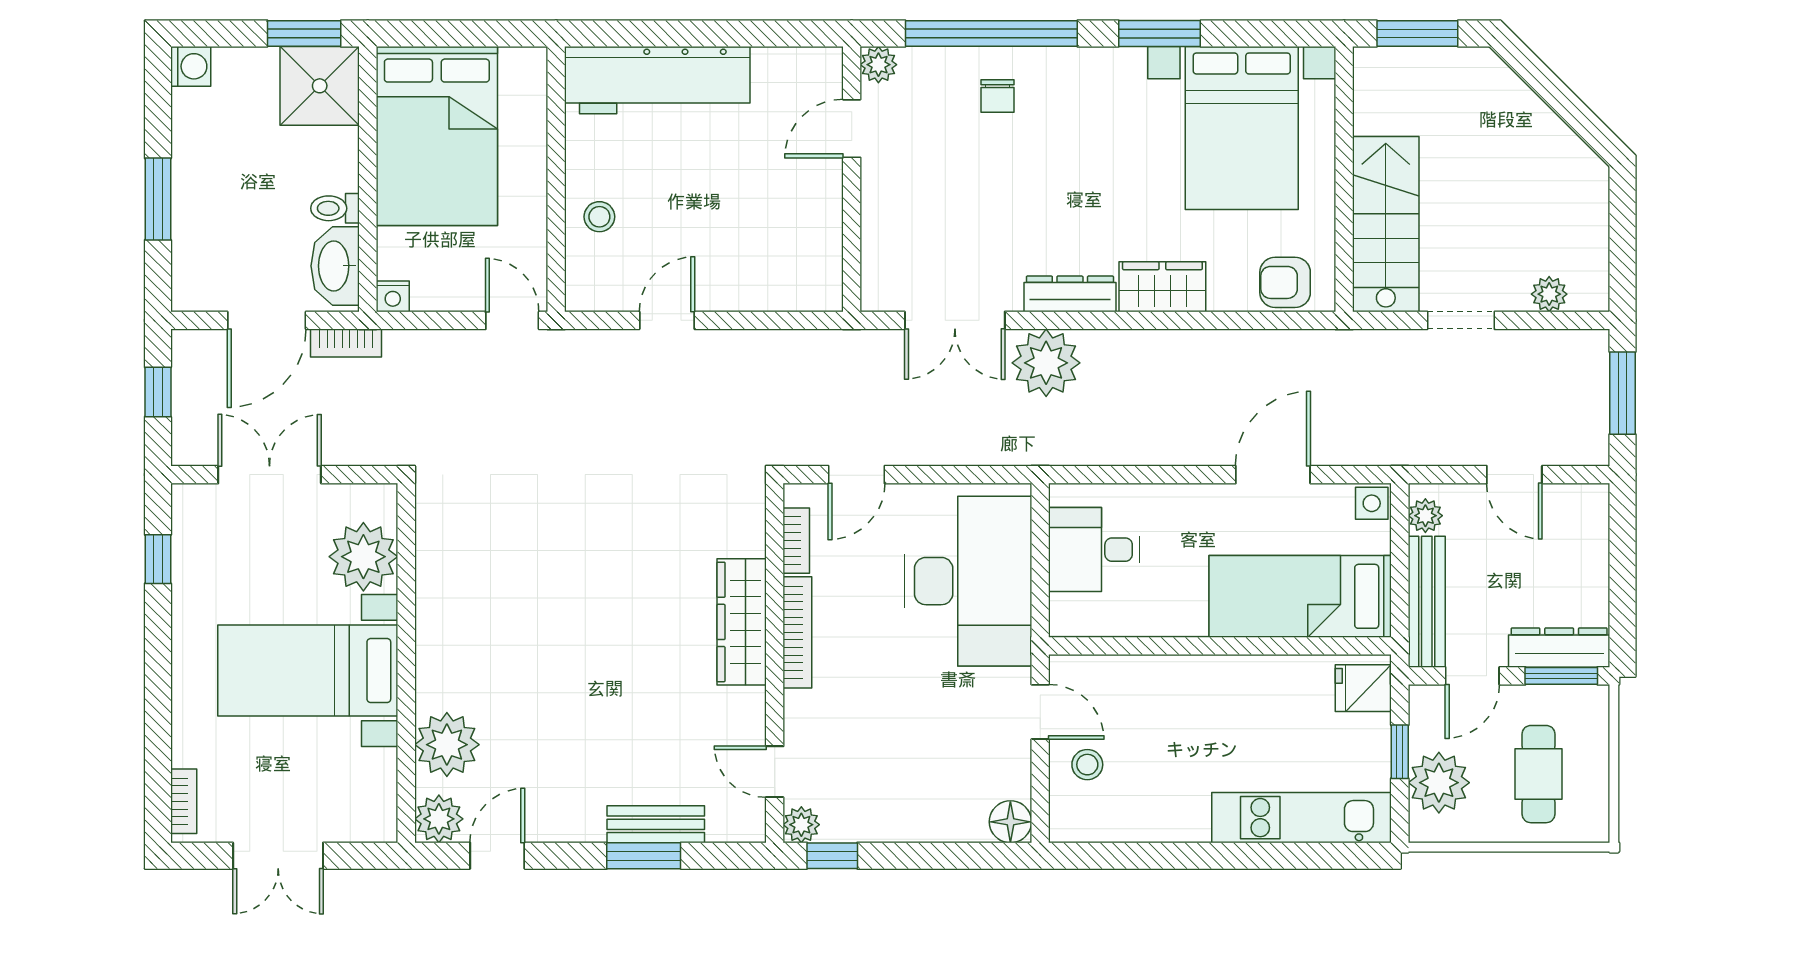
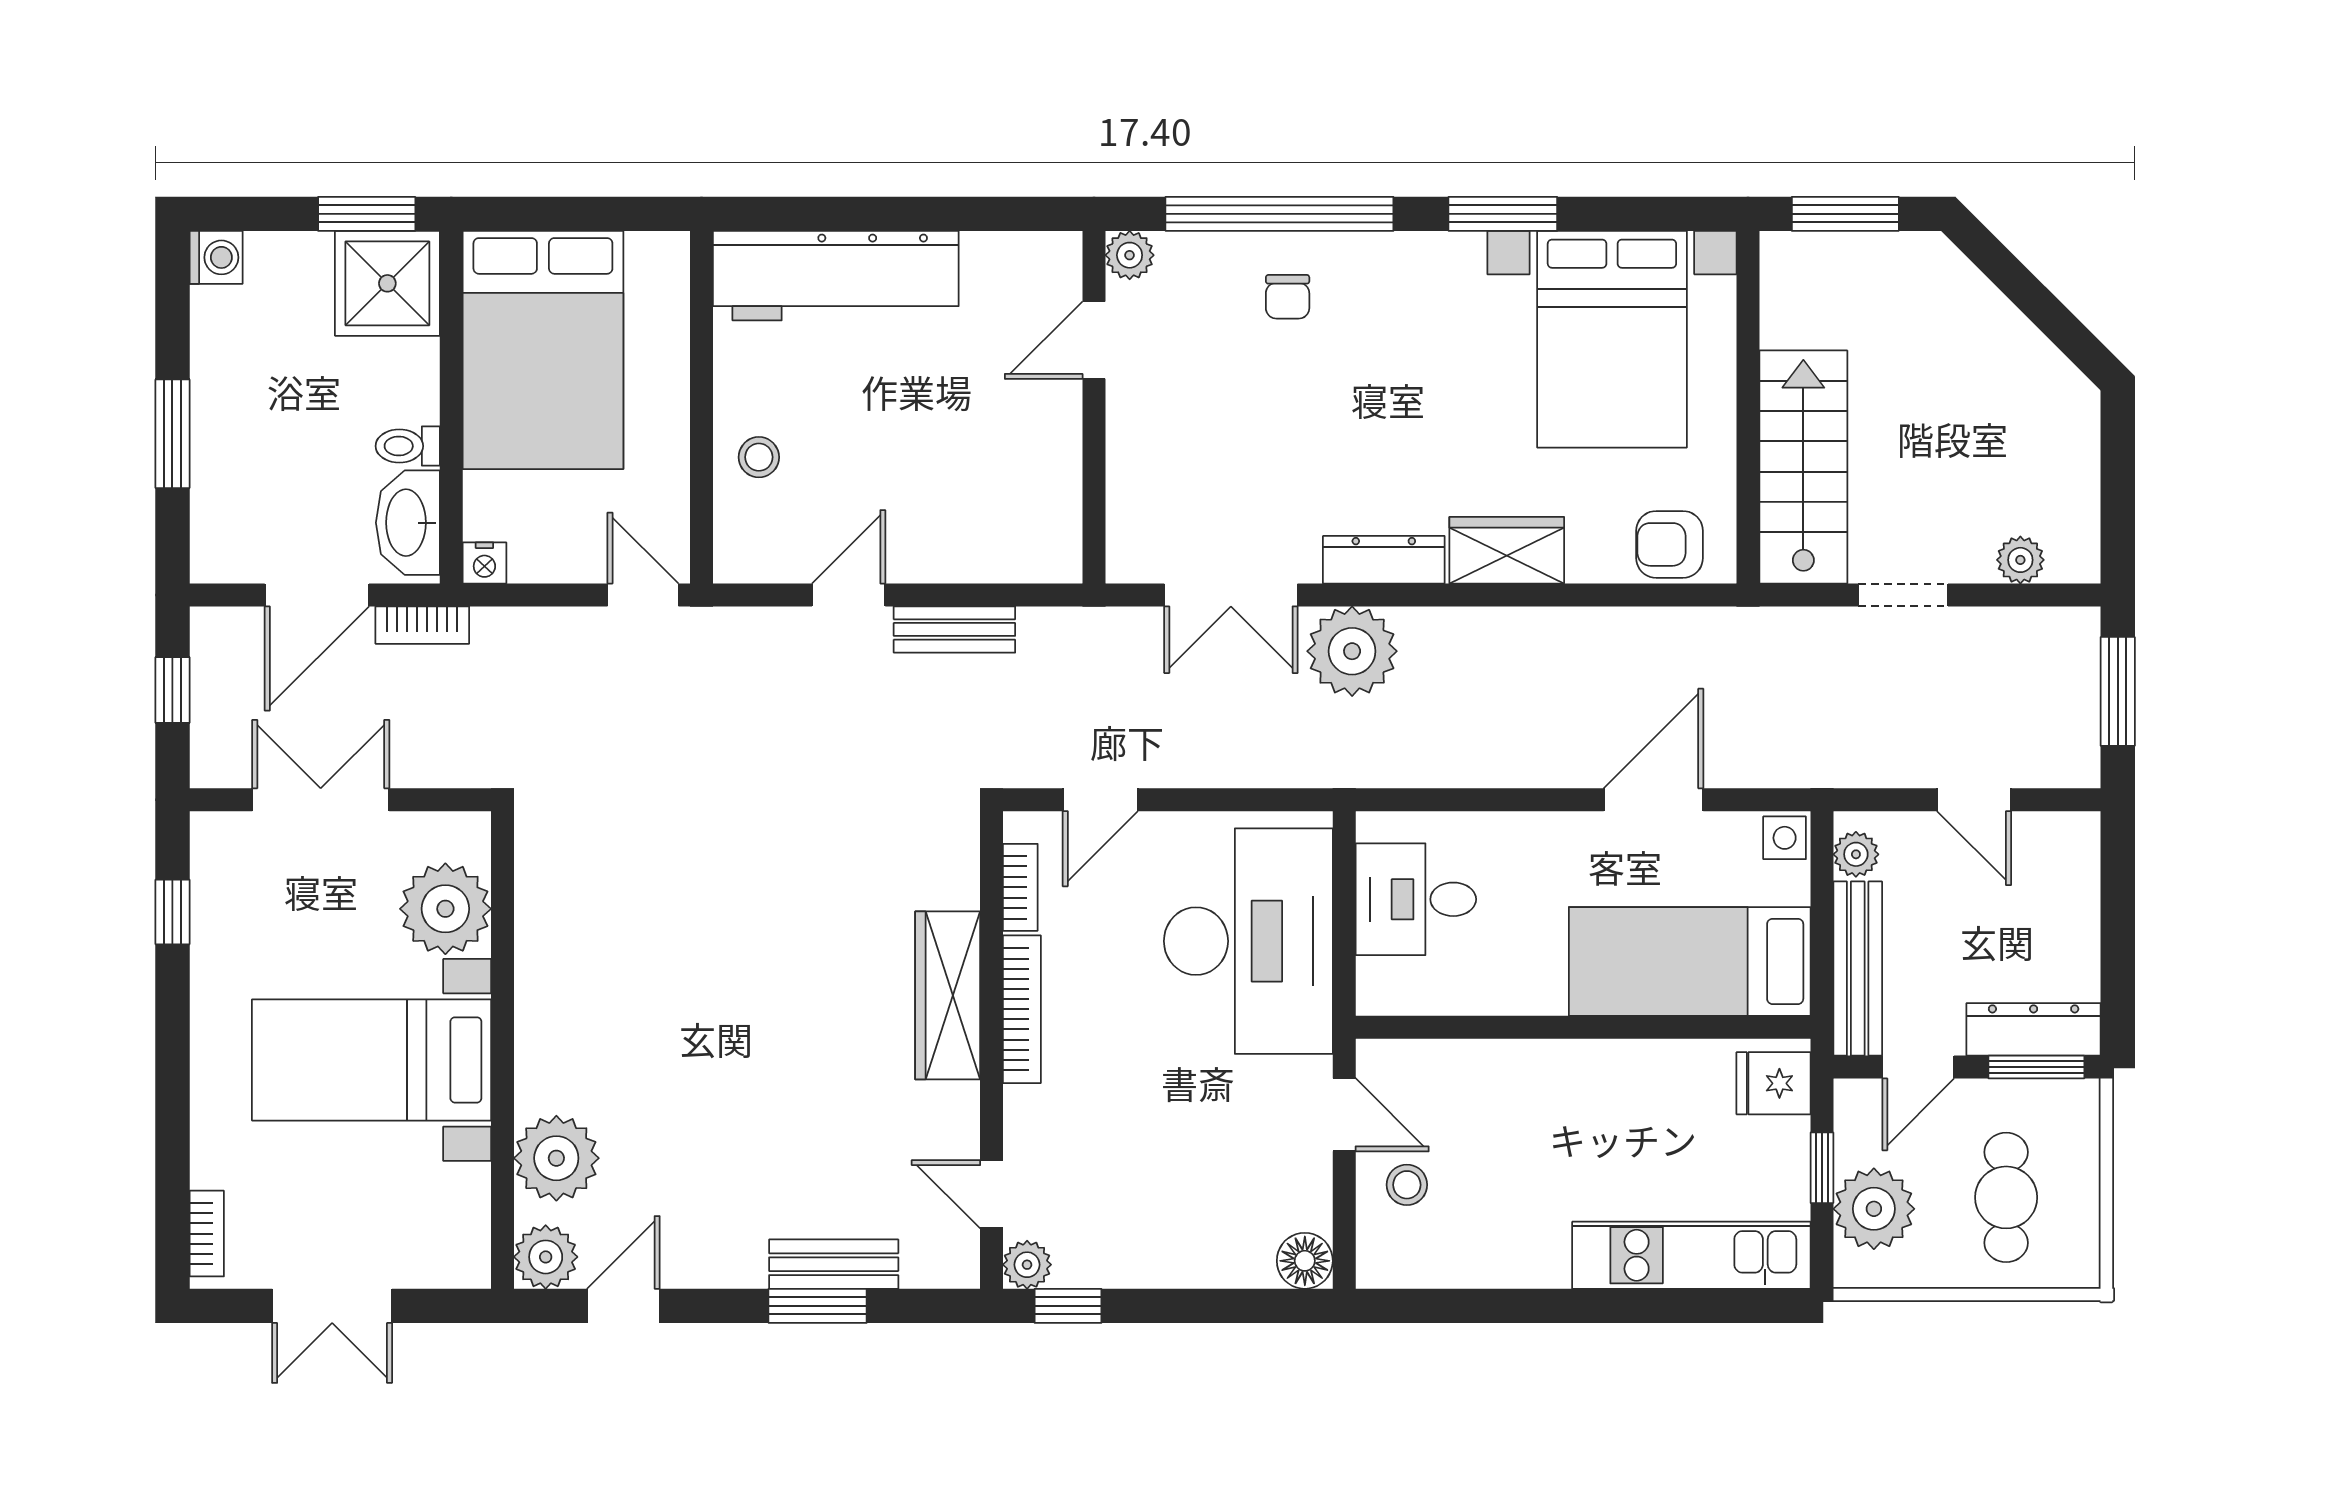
bench: (747, 346) -> (954, 629), added

